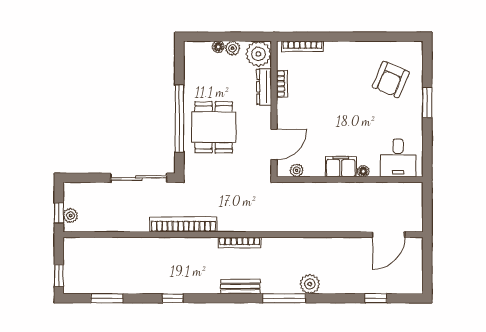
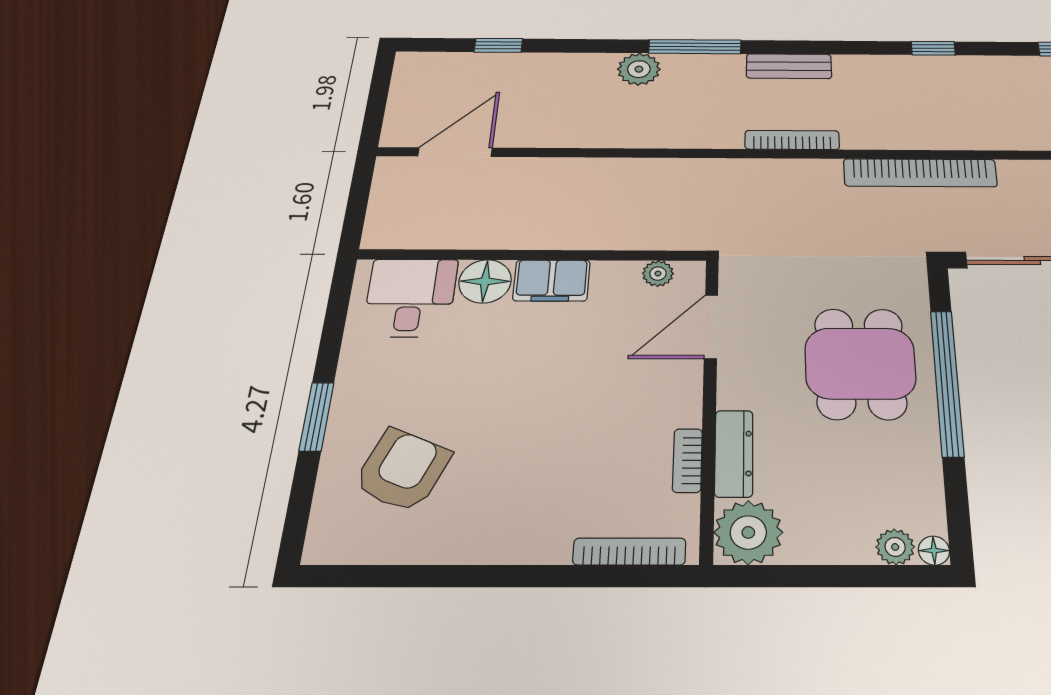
floor lamp: (218, 47) -> (934, 551), moved
plant: (233, 48) -> (895, 547), moved
floor lamp: (363, 171) -> (485, 281), width x1.89, depth x1.89

